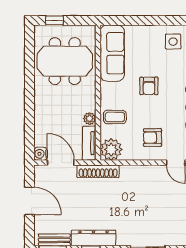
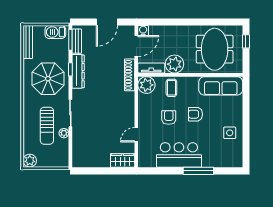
plant: (89, 119) -> (174, 64), width x1.87, depth x1.87
armchair: (152, 138) -> (169, 117), moved

